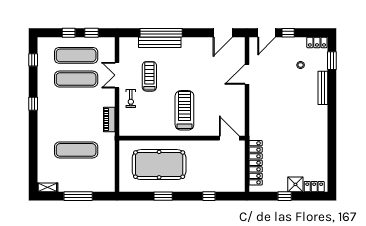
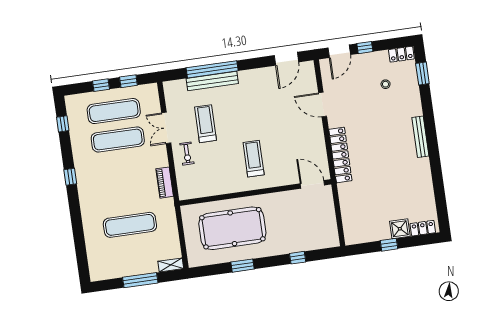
door: (247, 74) -> (323, 105), hinge flipped
bench: (323, 88) -> (420, 137), moved
treadmill: (184, 110) -> (254, 159), width x0.73, depth x0.73
locker: (256, 163) -> (340, 155), moved
shelving: (47, 187) -> (171, 265), moved

